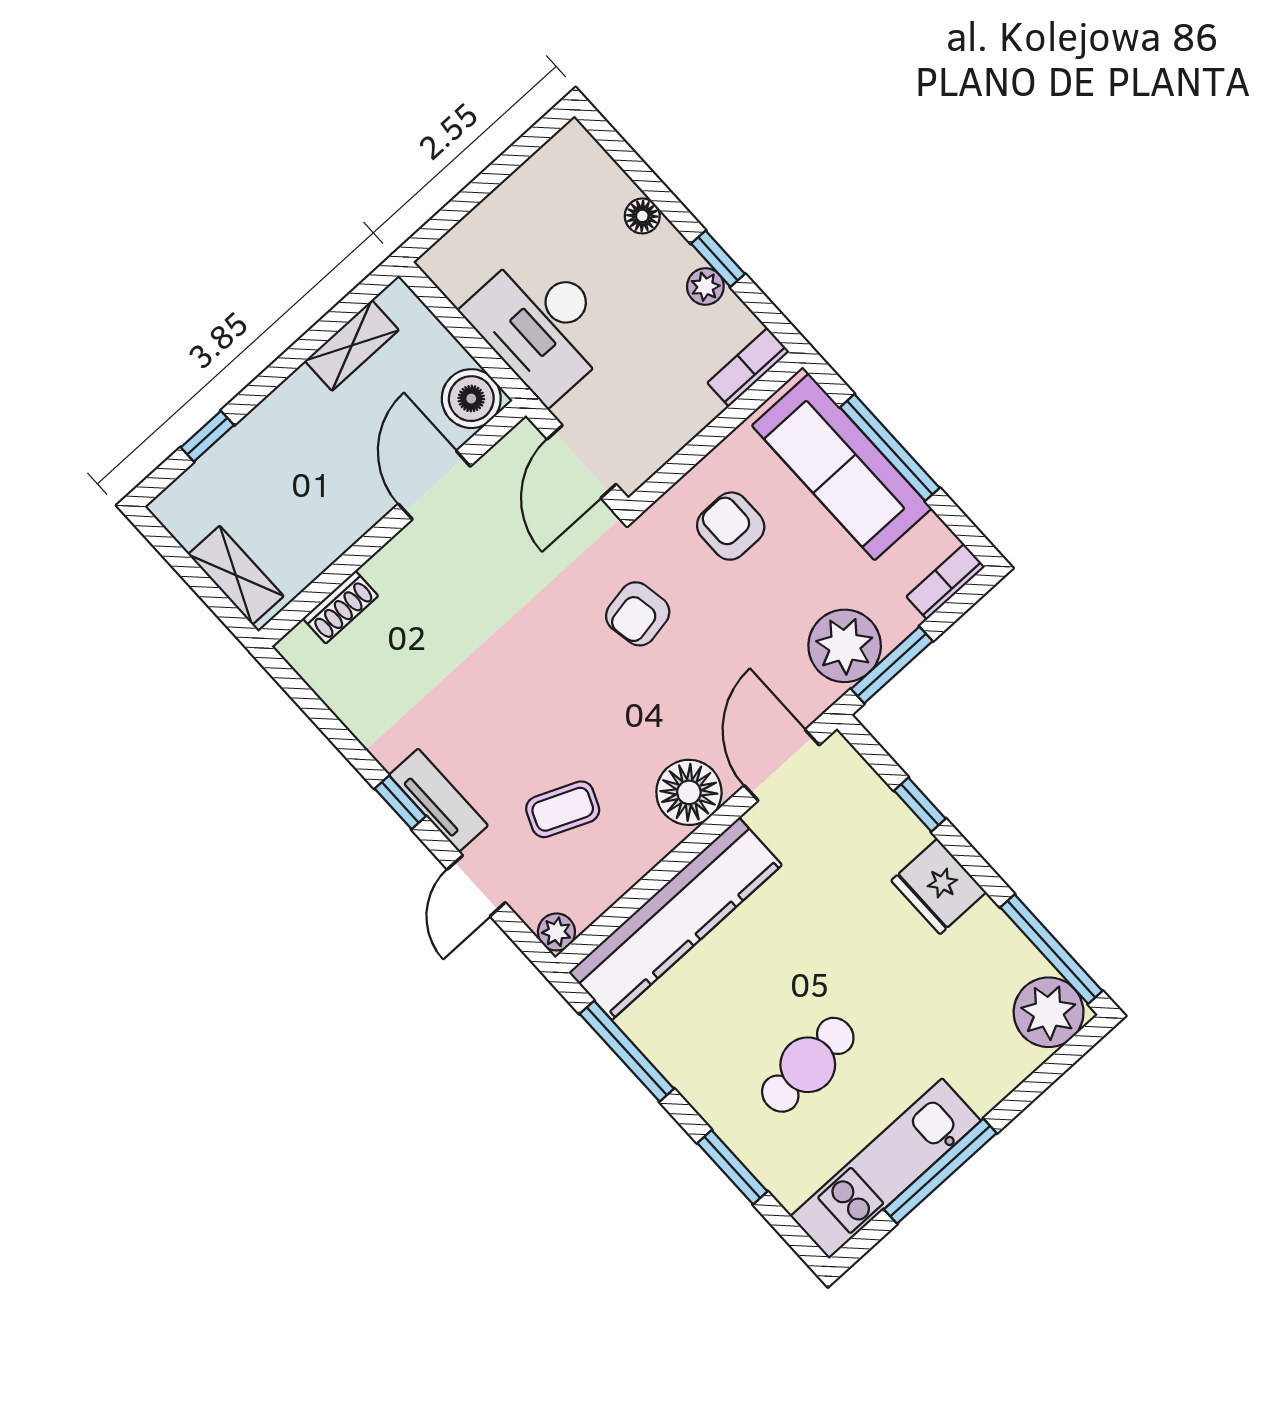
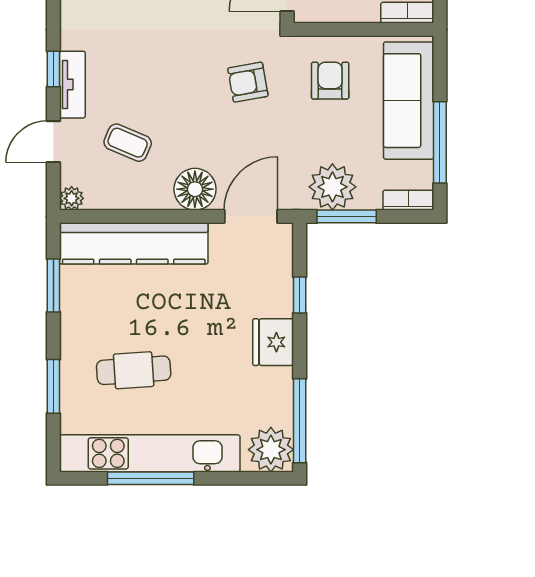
window: (890, 448) -> (440, 142), moved
window: (627, 1051) -> (53, 286), width x0.69
kitchen unit: (886, 1169) -> (150, 453), width x1.36

